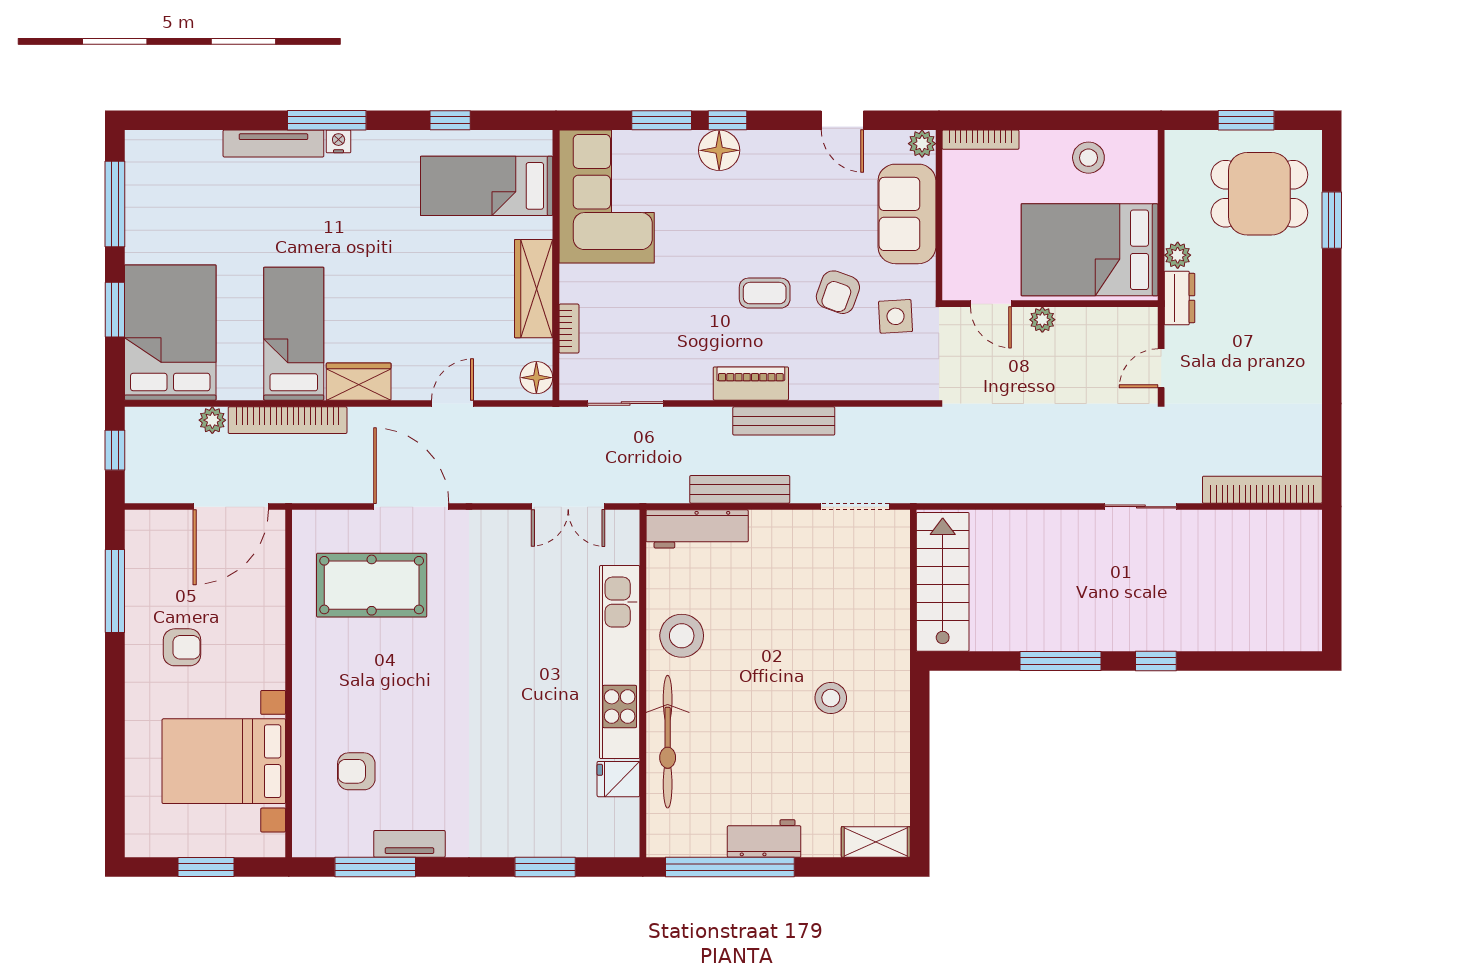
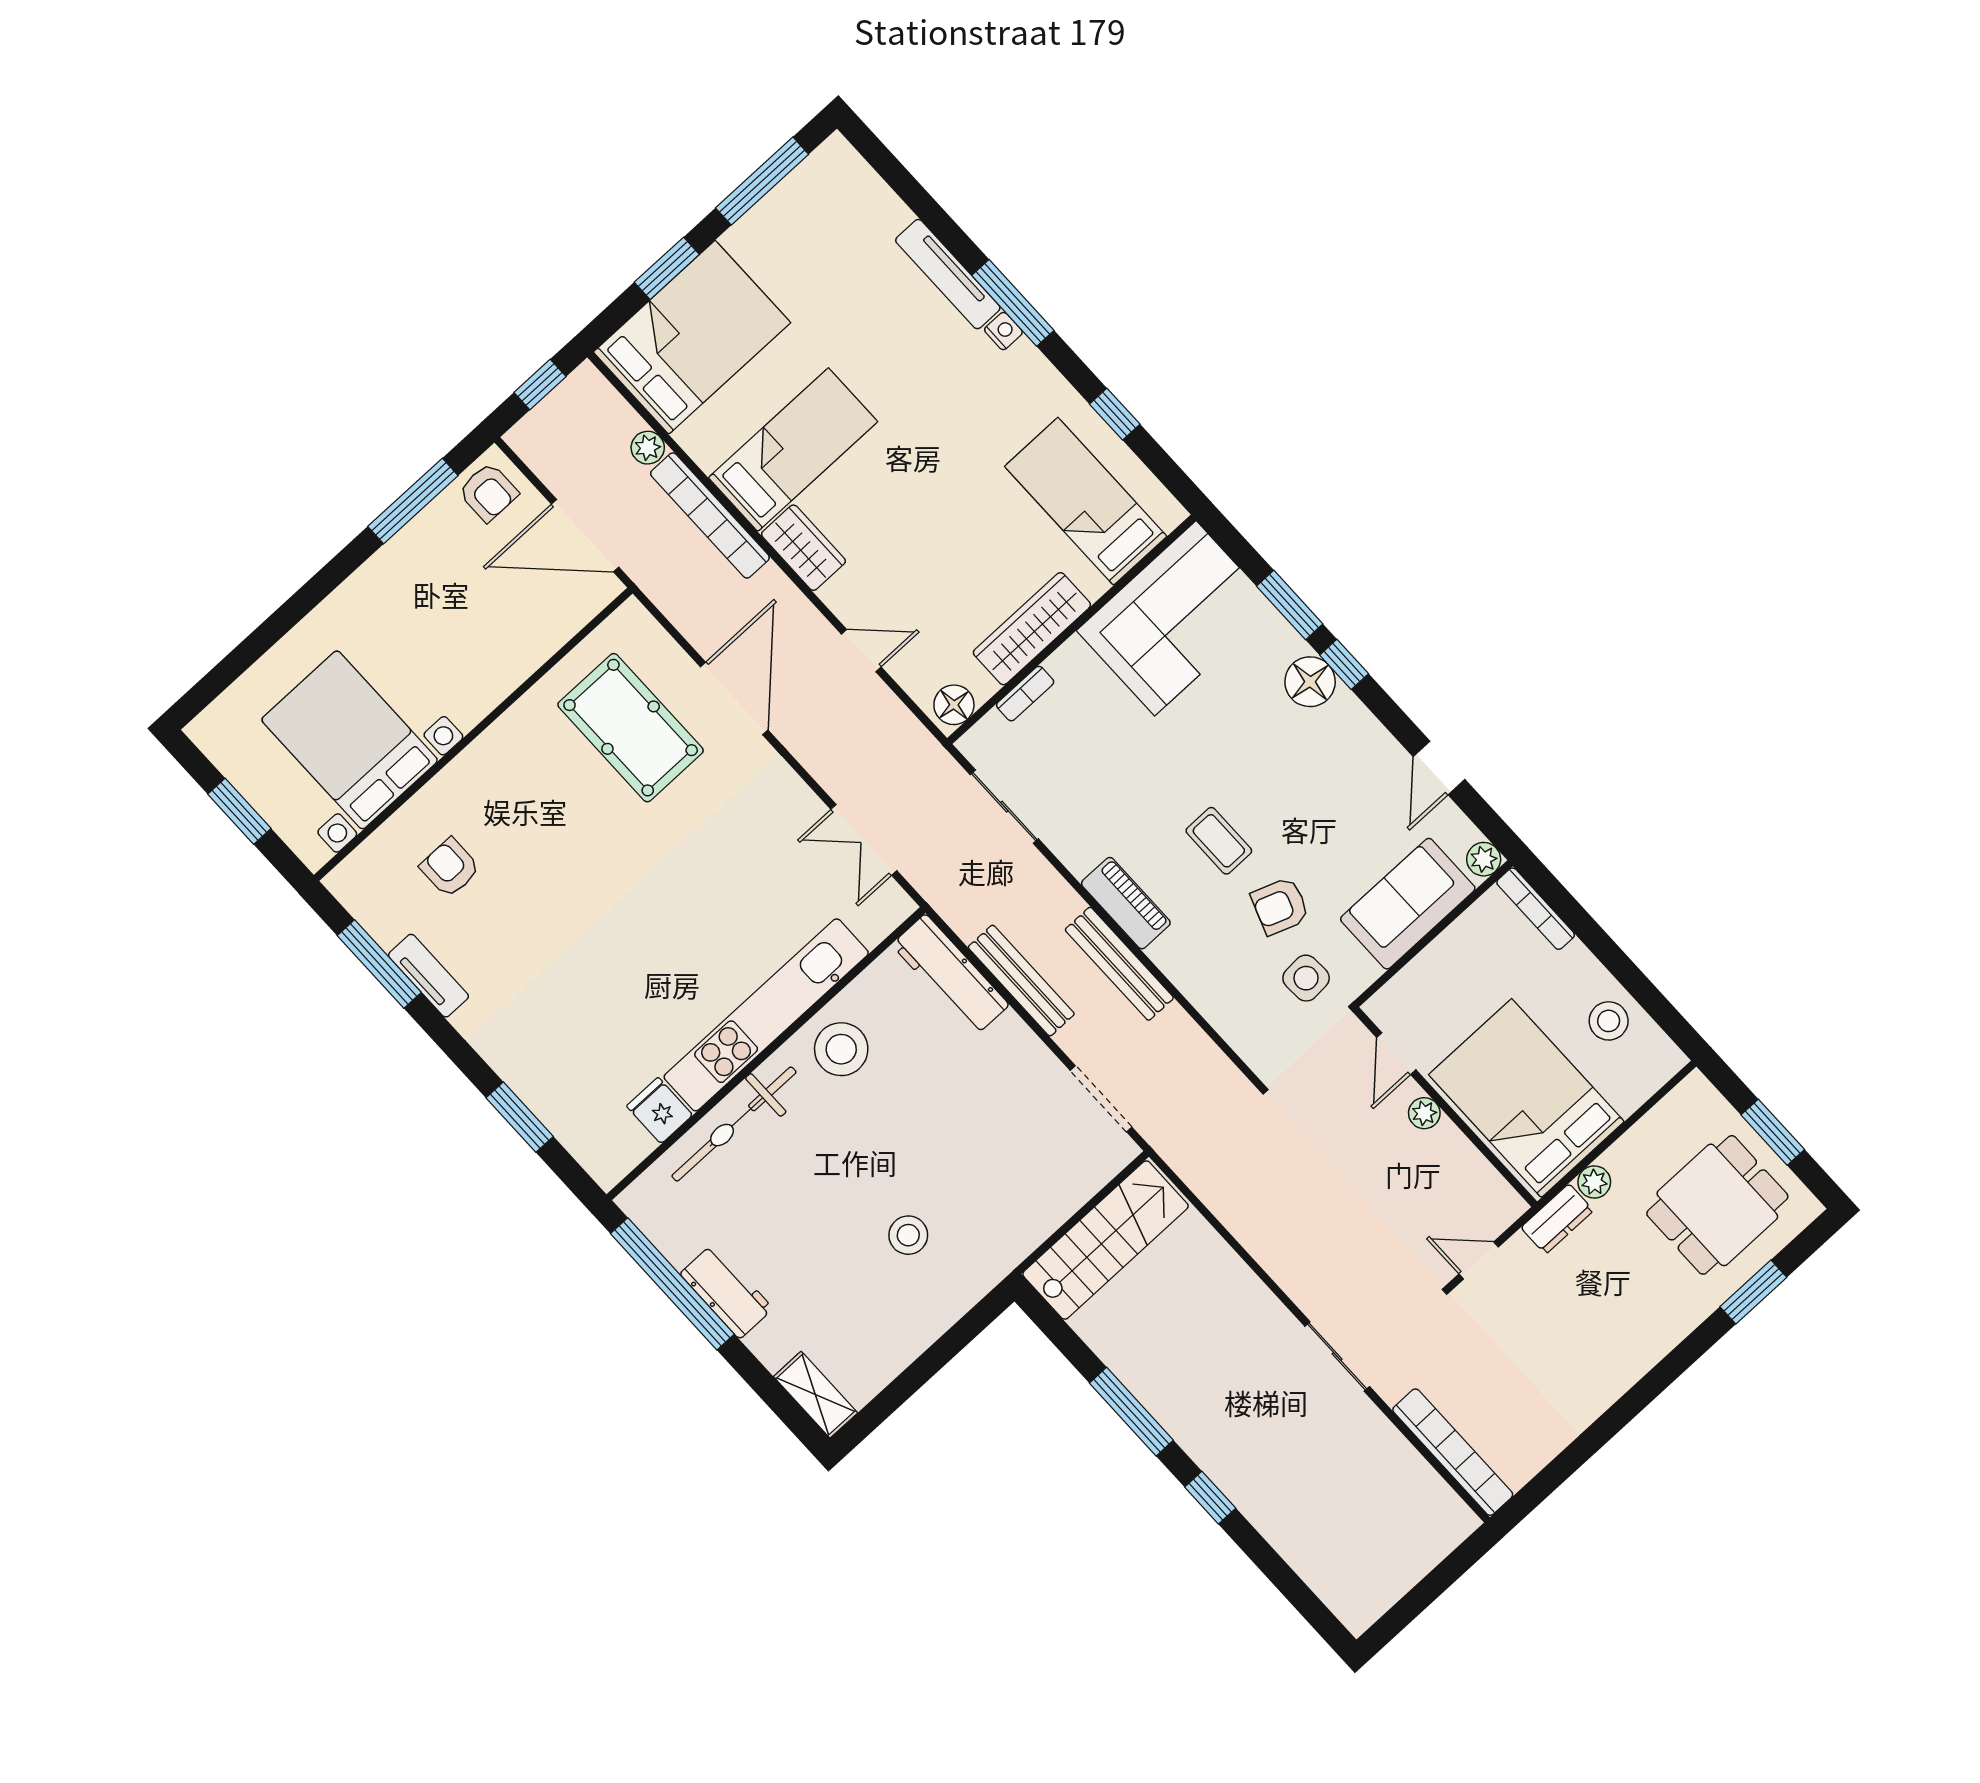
dining table: (1259, 194) -> (1717, 1205), turned 90
armchair: (182, 647) -> (488, 492), moved

